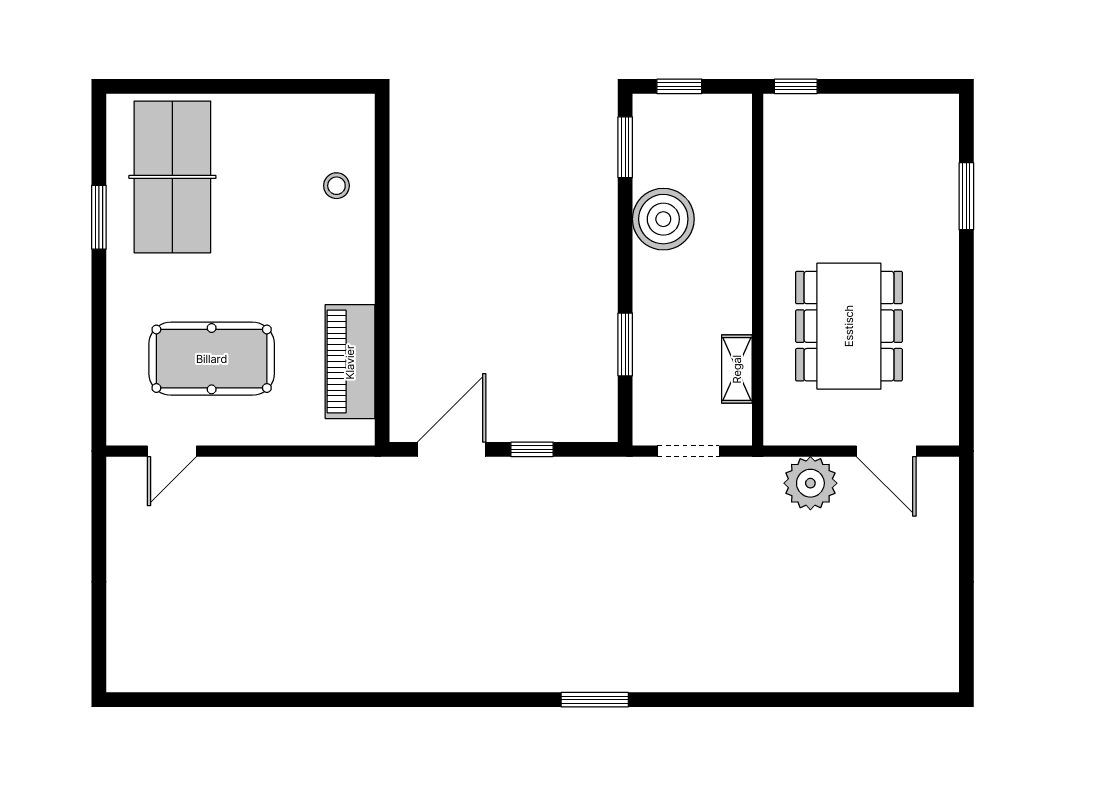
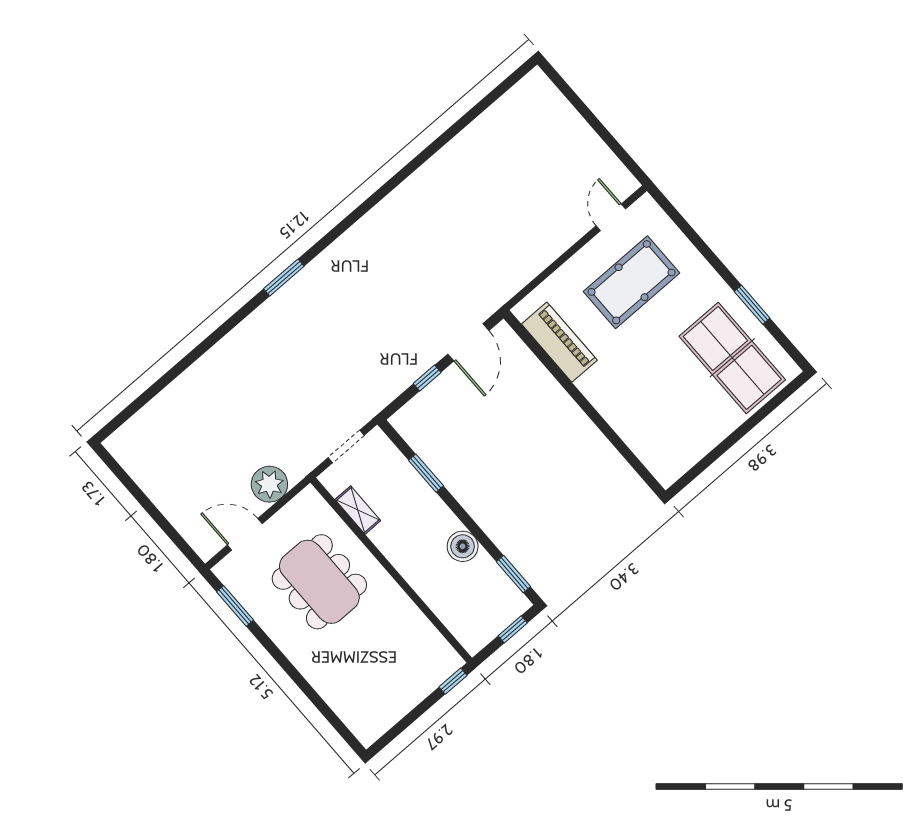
stool: (336, 186) -> (644, 426), removed
window: (966, 196) -> (235, 606), moved
boiler: (663, 219) -> (463, 546), width x0.73, depth x0.73

